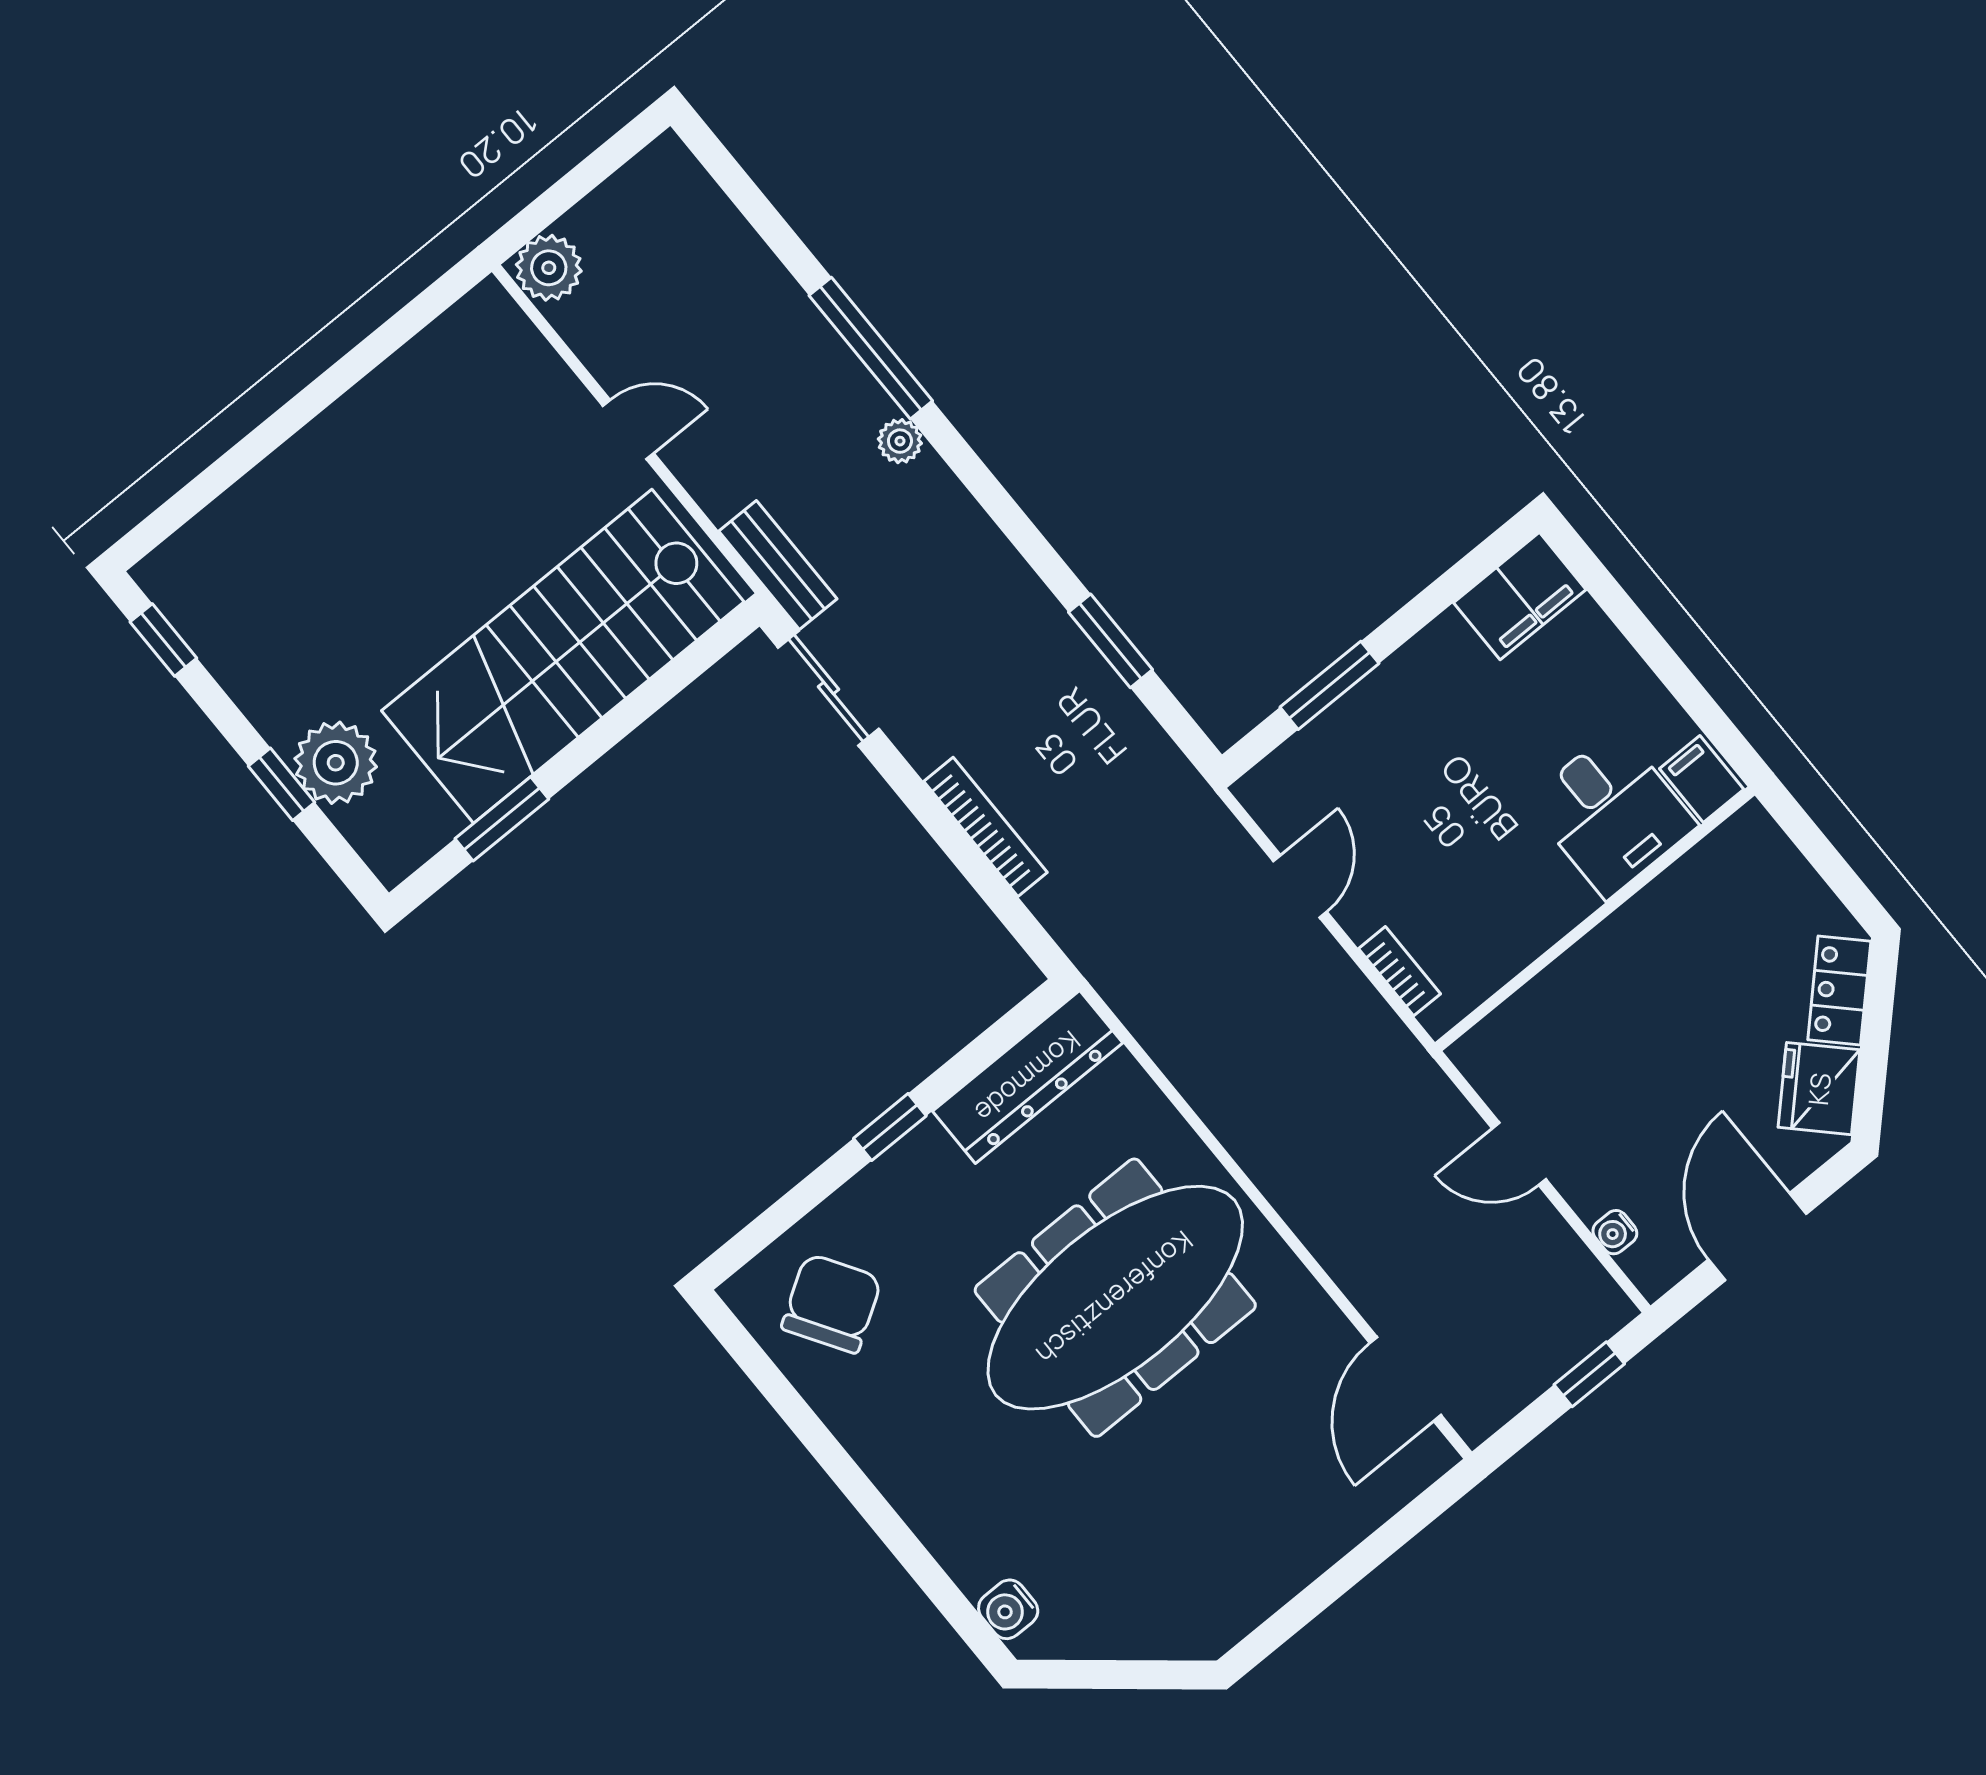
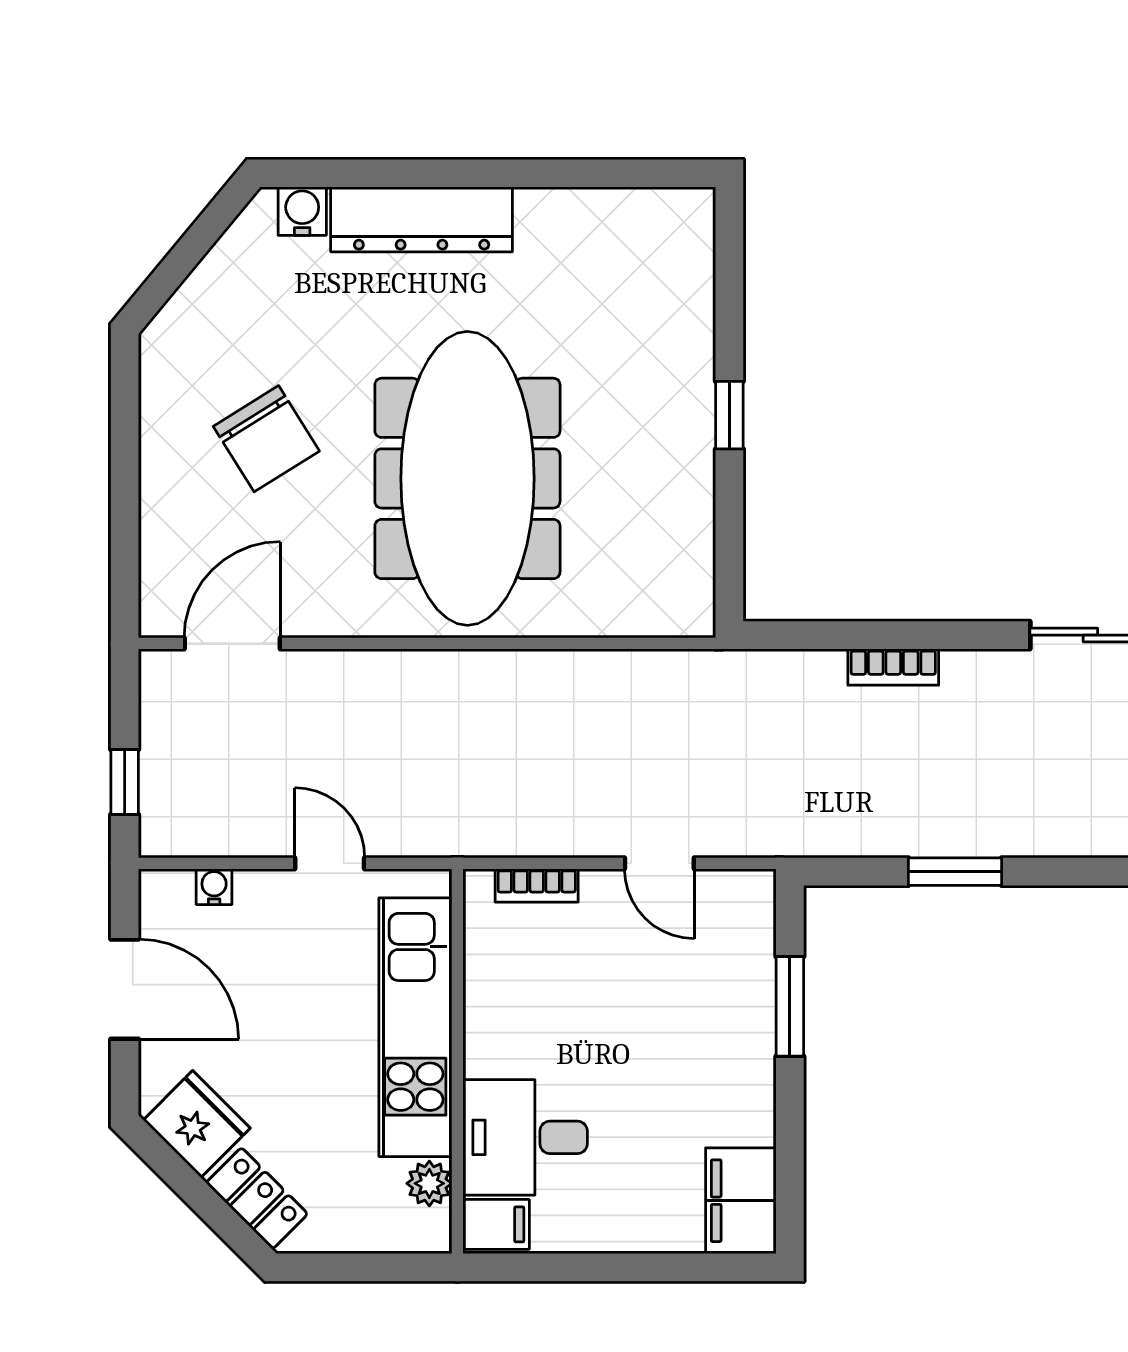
bookcase: (985, 827) -> (893, 667), width x0.64
plant: (1713, 860) -> (429, 1183), added
kitchen unit: (1595, 975) -> (415, 1027), added
dresser: (1028, 1077) -> (422, 219), moved, turned -90
door: (1519, 1154) -> (330, 863), hinge flipped
chair: (832, 1303) -> (266, 439), moved
door: (1405, 1379) -> (232, 643), hinge flipped

